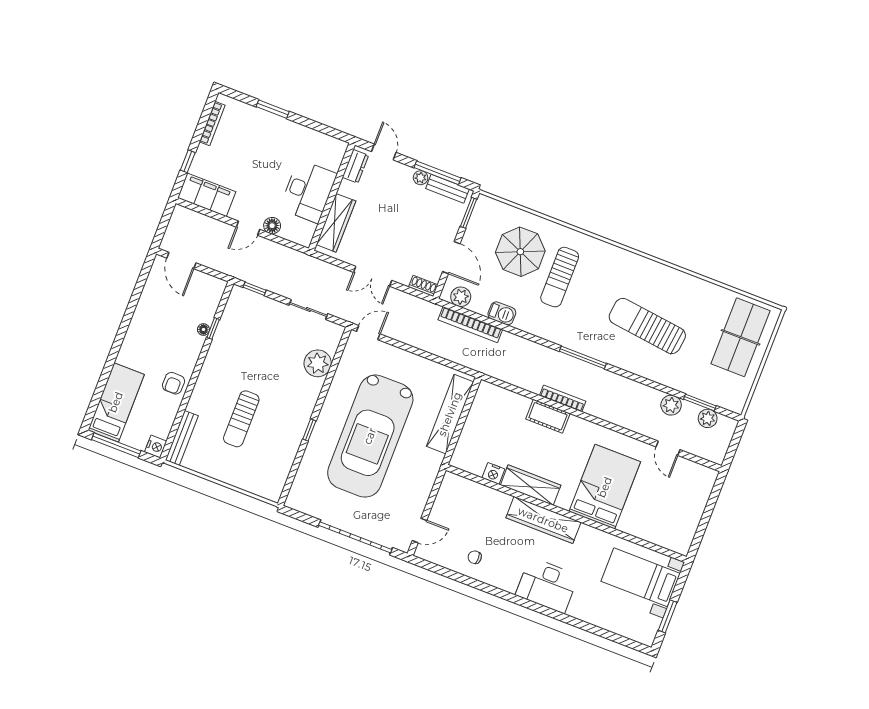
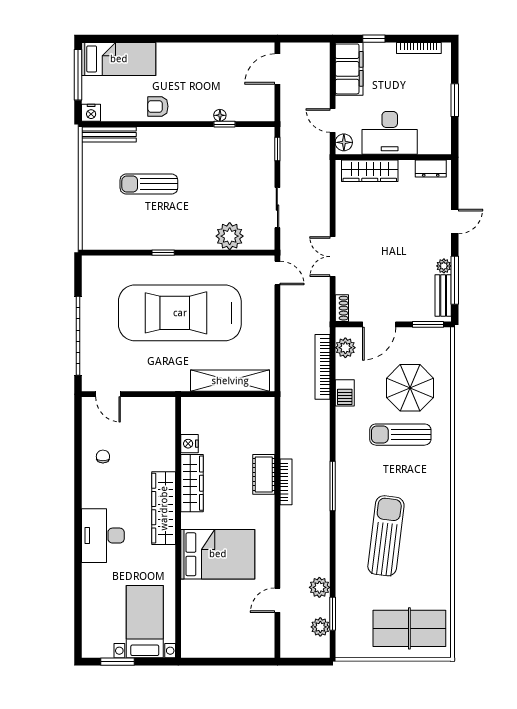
dresser: (355, 166) -> (431, 169), moved
desk: (308, 191) -> (390, 133), moved
wall: (332, 197) -> (393, 157), moved
wardrobe: (336, 223) -> (370, 171), moved

